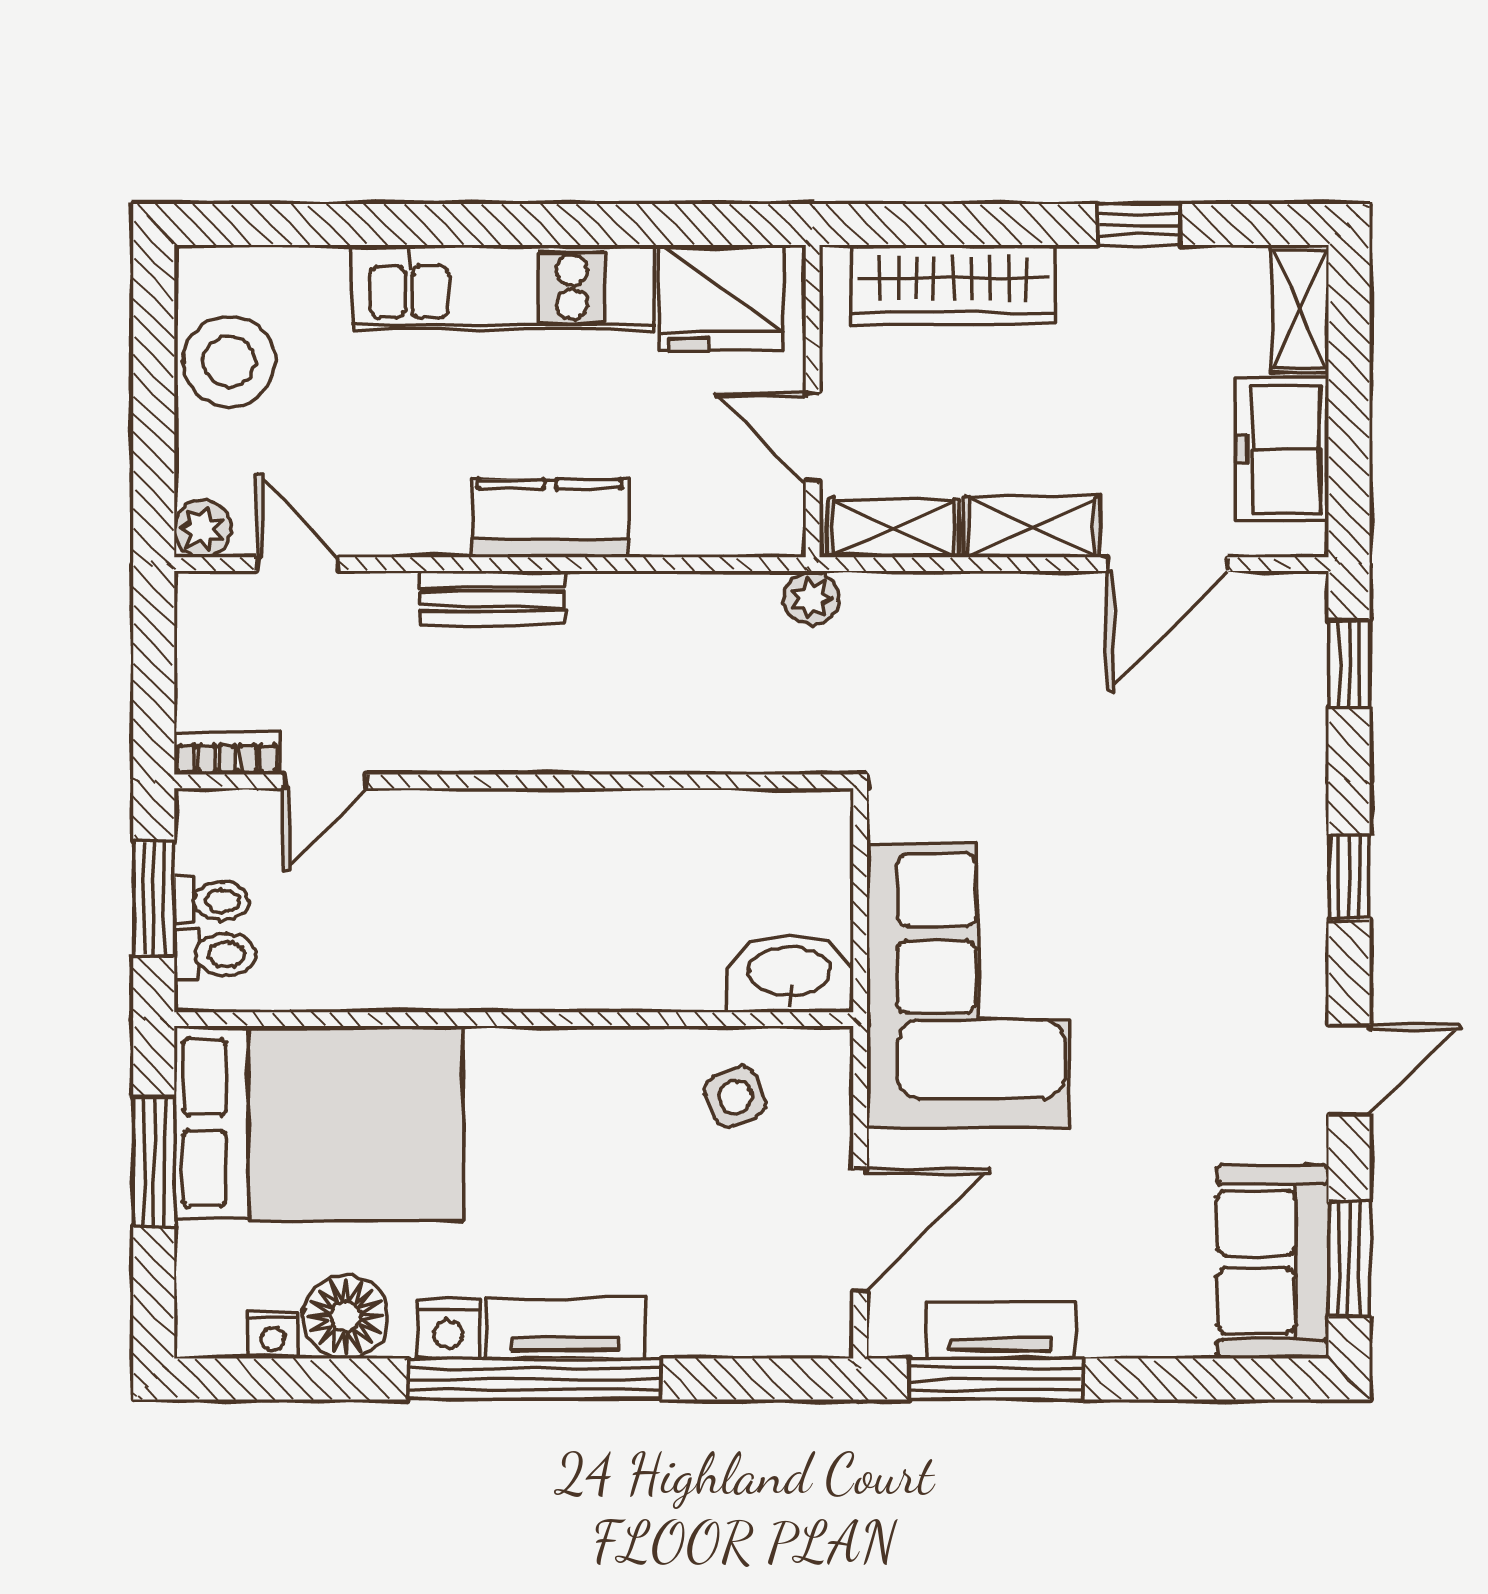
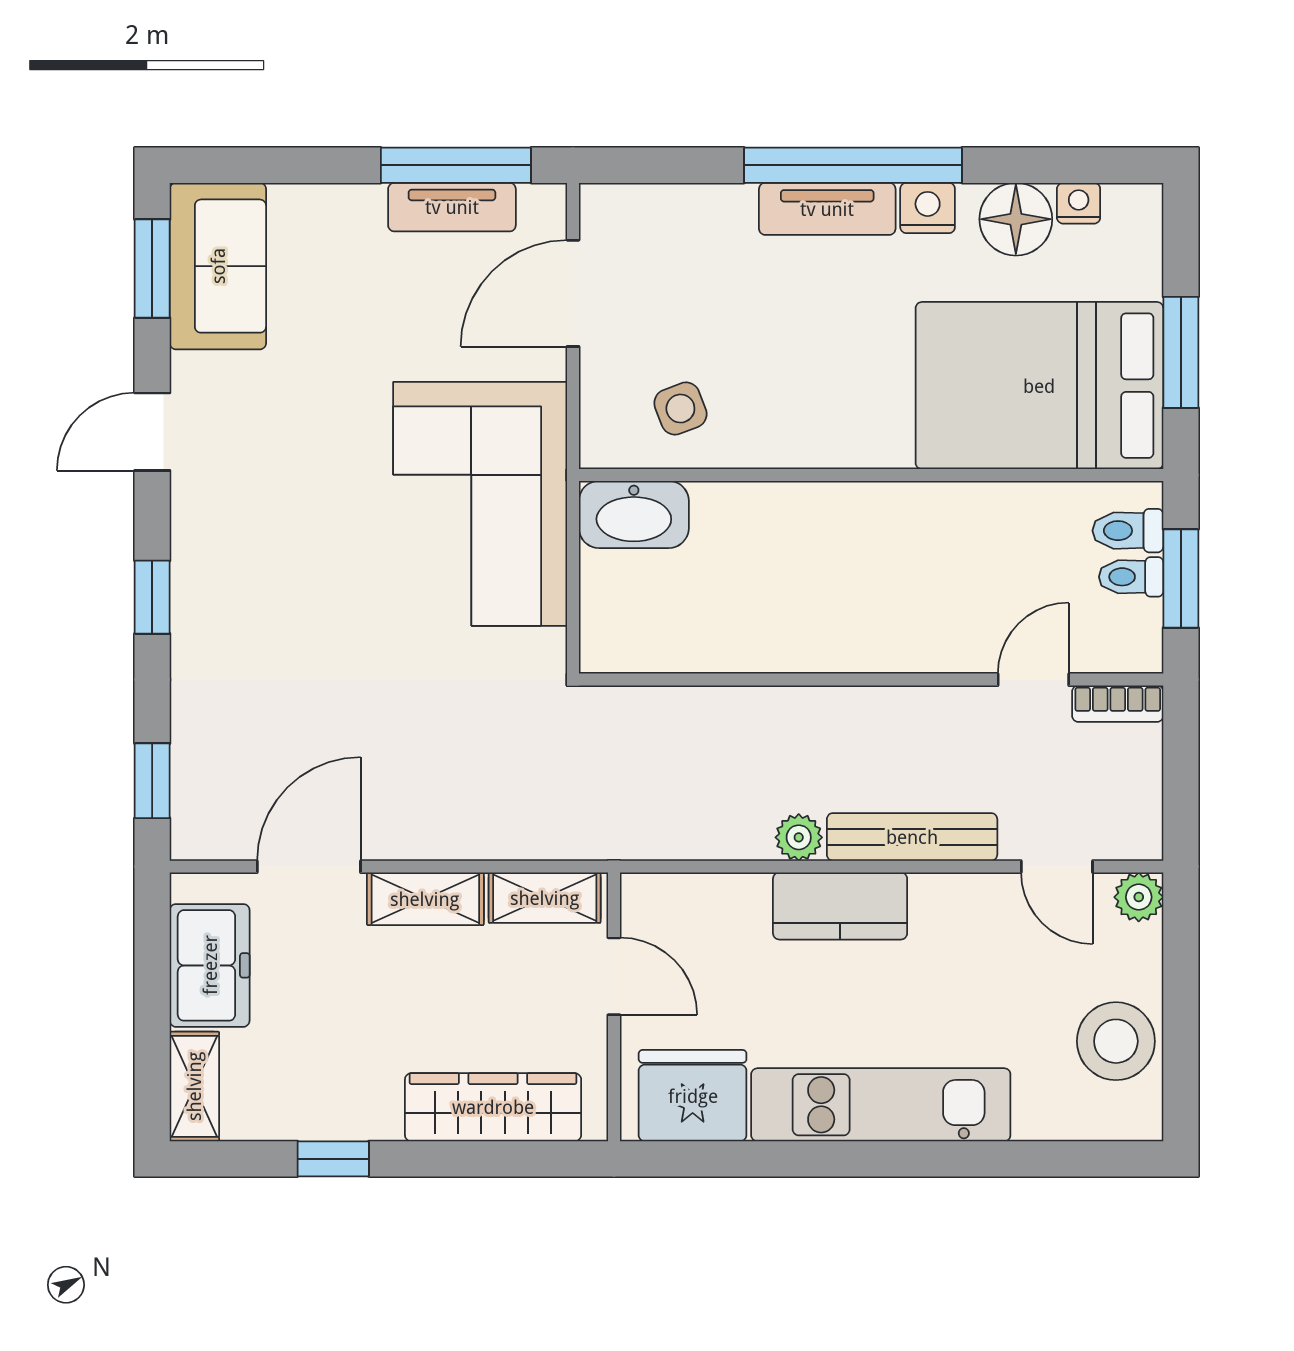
plant: (811, 598) -> (799, 837), moved
bench: (493, 599) -> (912, 837), width x1.36

